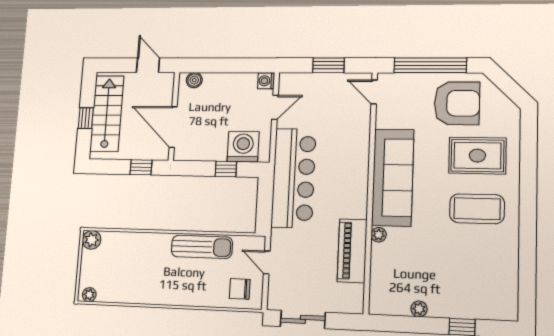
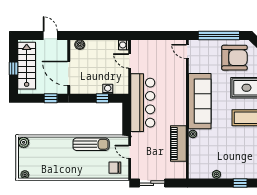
window: (328, 65) -> (160, 35), removed
door: (275, 107) -> (130, 61), swing flipped
washing machine: (243, 147) -> (108, 89), width x0.53, depth x0.53

